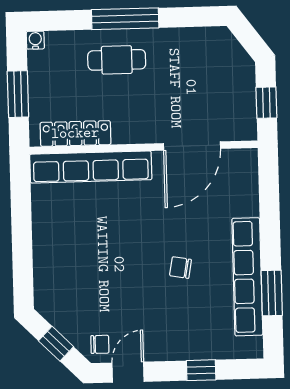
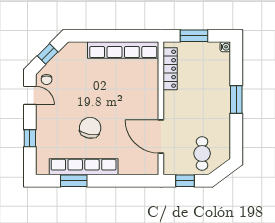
window: (125, 19) -> (236, 100), width x0.69
cafe table: (117, 60) -> (202, 153), moved
row of seats: (91, 167) -> (123, 50), moved, turned -90
chair: (180, 268) -> (90, 128), width x1.87, depth x1.87

